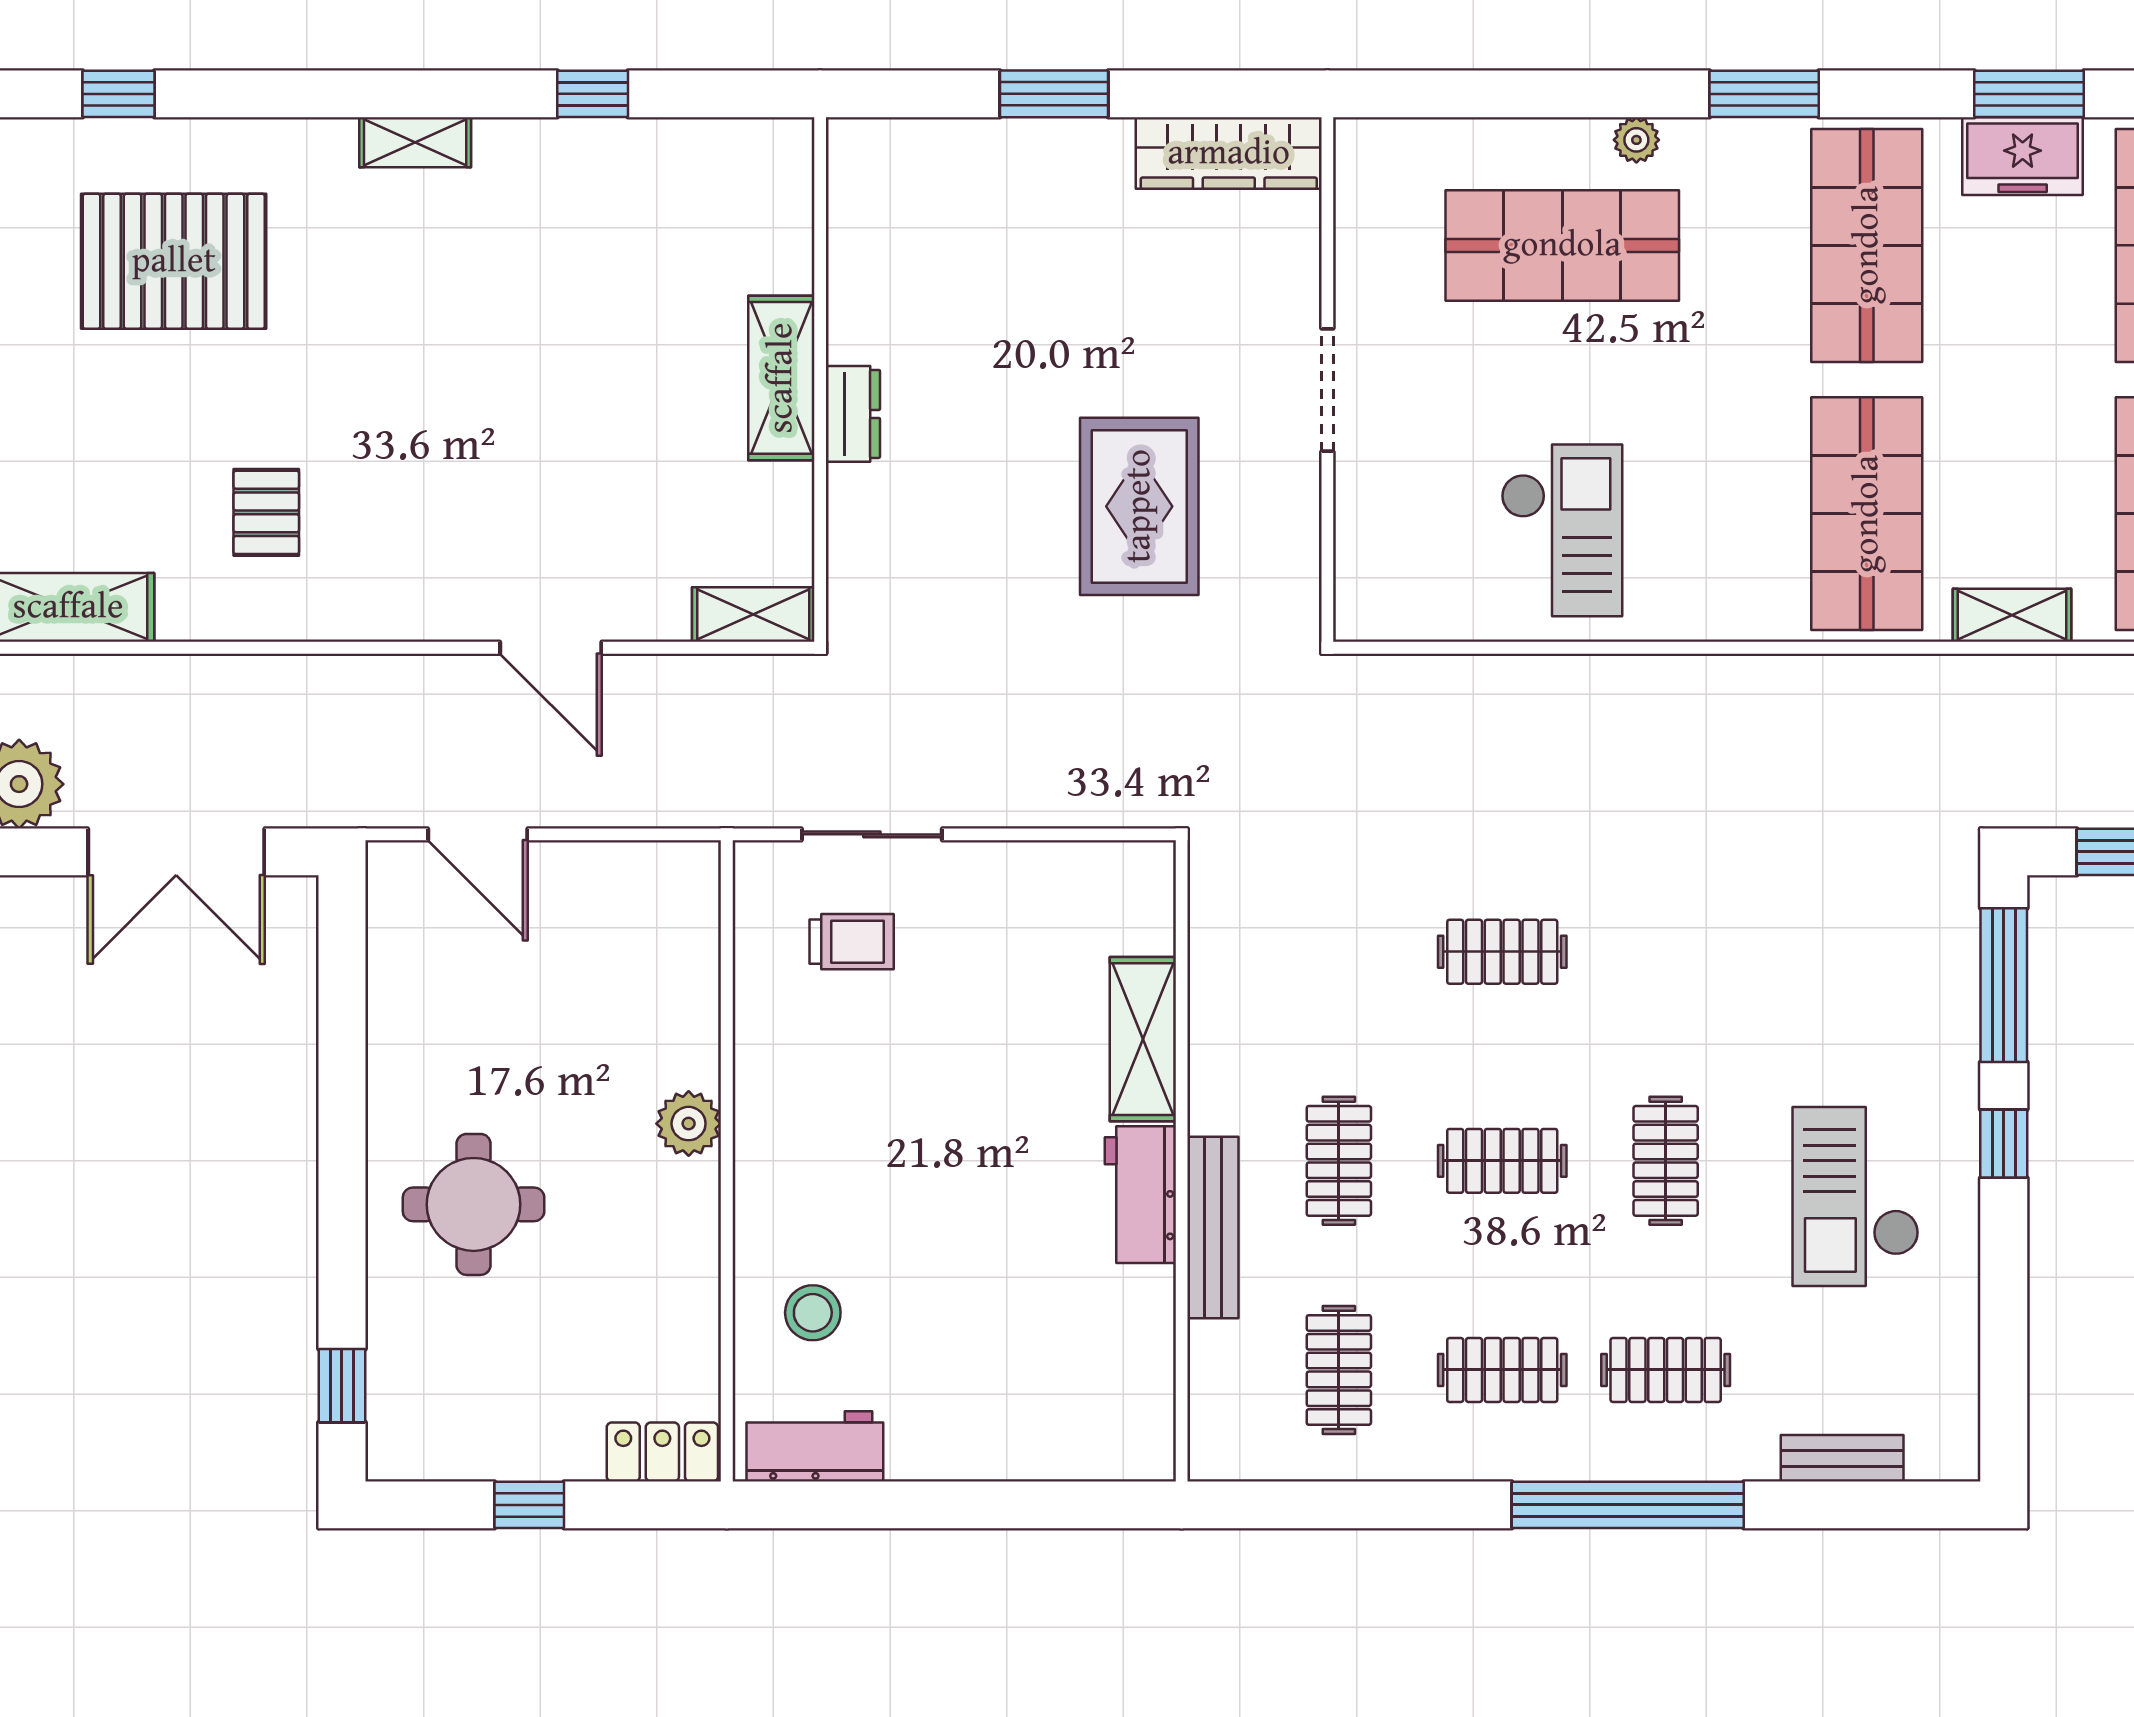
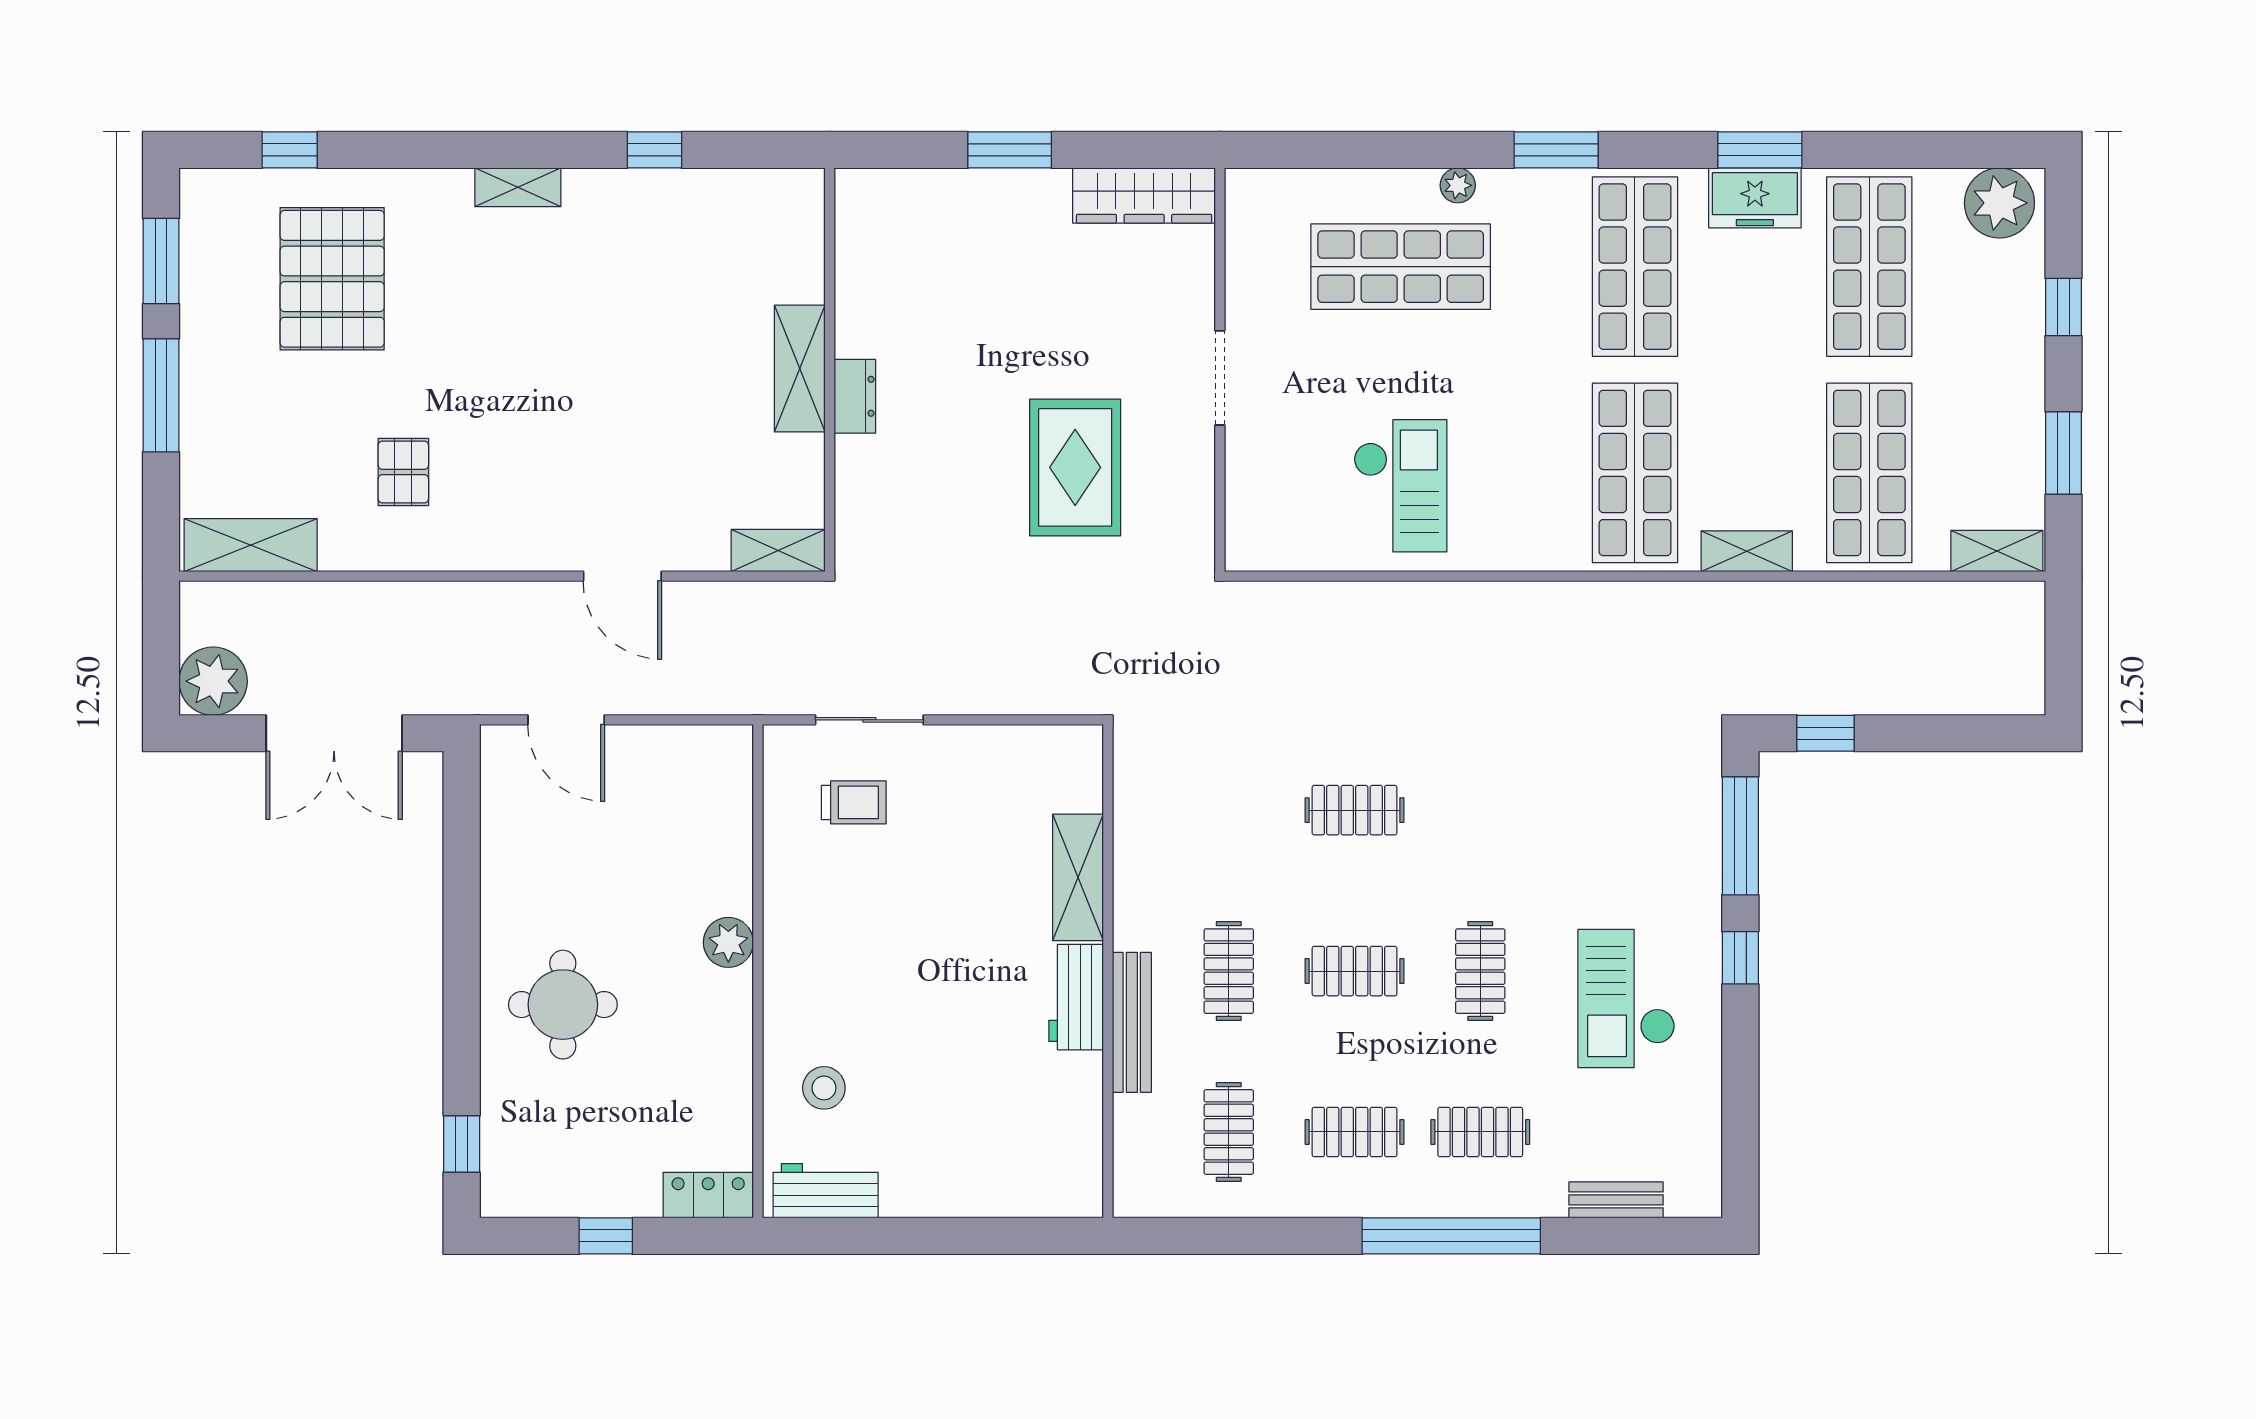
pallet: (174, 261) -> (332, 279), turned 90

